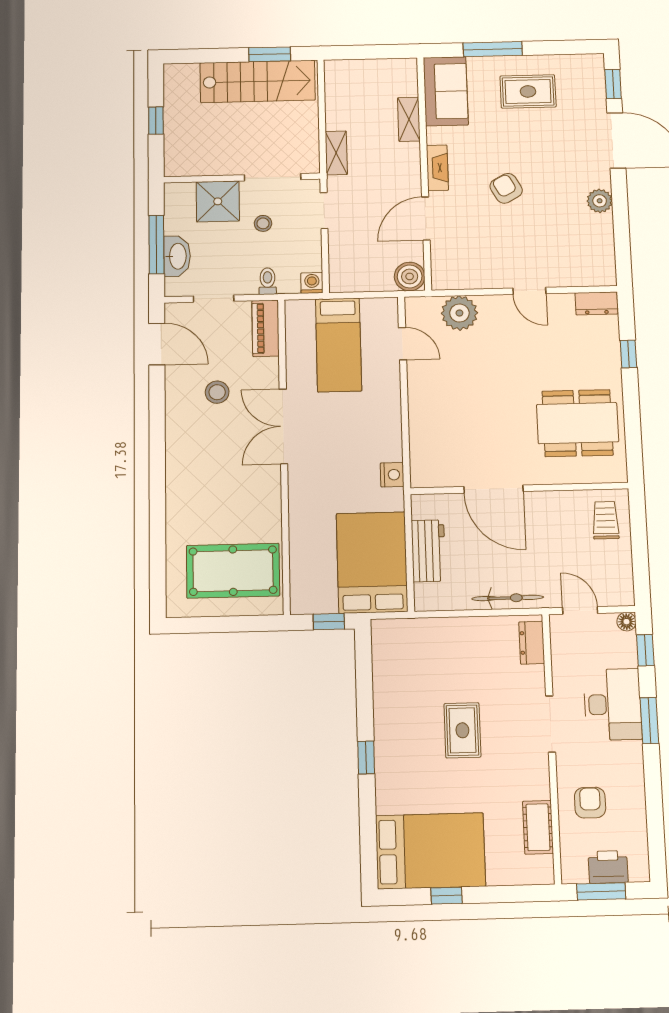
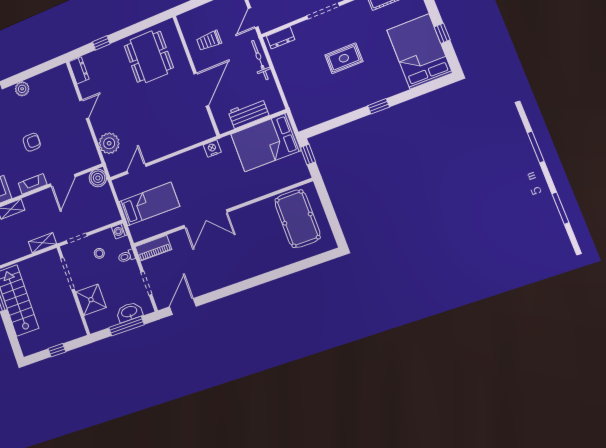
armchair: (506, 188) -> (32, 142), turned -151
door: (426, 218) -> (63, 180), hinge flipped
stool: (263, 223) -> (99, 253), moved
stool: (217, 392) -> (199, 263), removed
trolley: (606, 520) -> (209, 41), moved

